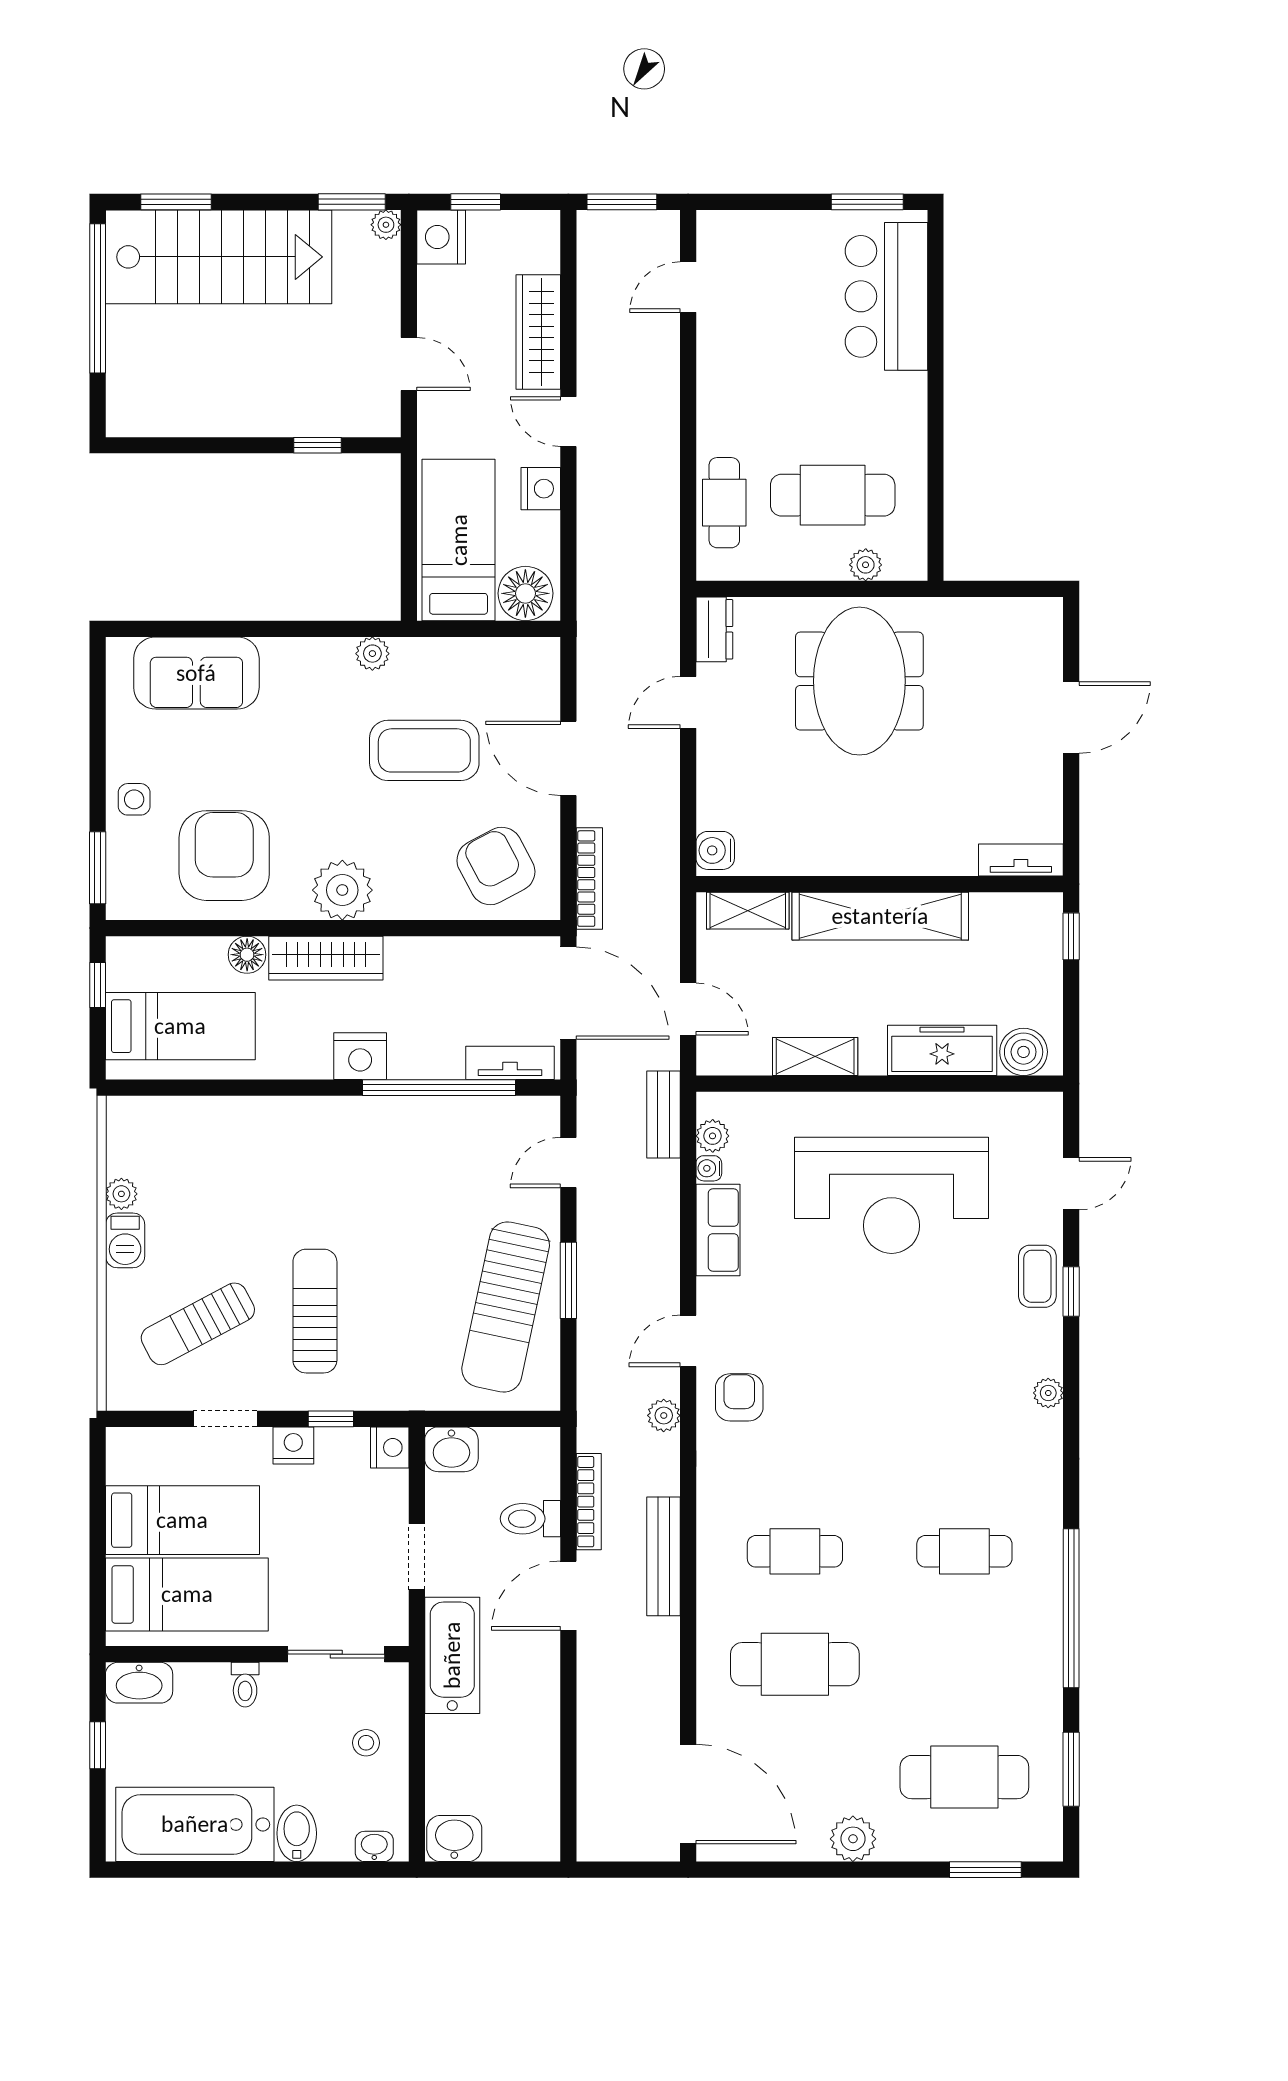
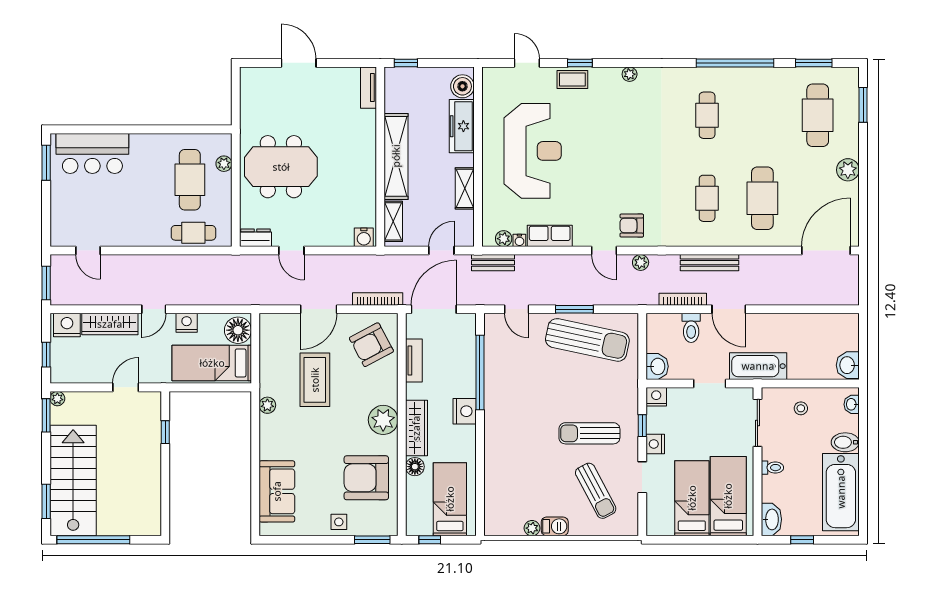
nightstand: (441, 237) -> (67, 325), moved, turned 180
tv unit: (510, 1063) -> (414, 360), moved, turned 180

